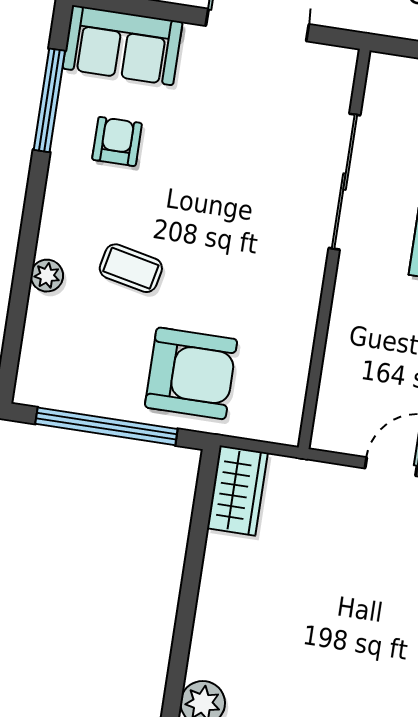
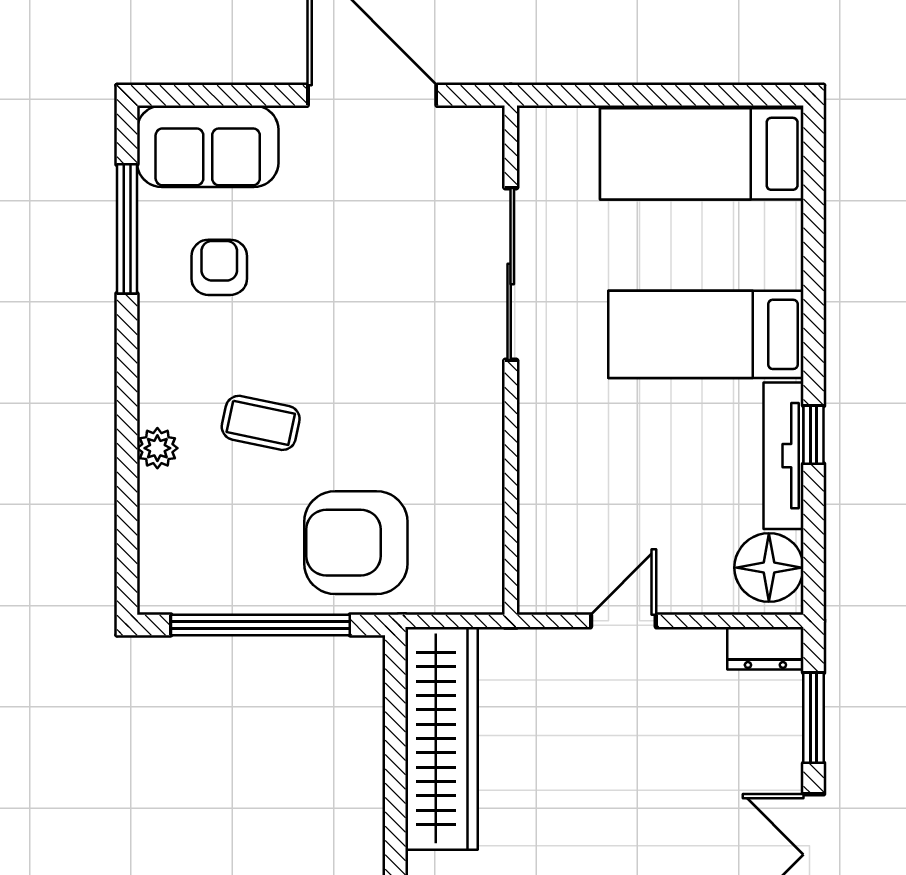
armchair: (191, 373) -> (356, 543), turned 180
wardrobe: (237, 491) -> (442, 738), width x2.10, depth x1.17

